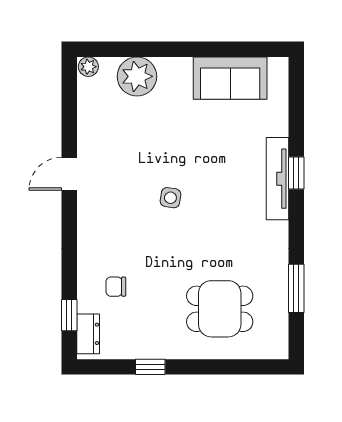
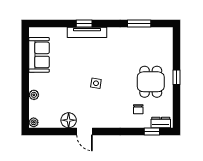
plant: (137, 76) -> (34, 95), width x0.53, depth x0.53
floor lamp: (93, 140) -> (69, 120), added
dining table: (220, 309) -> (151, 82), moved
window: (150, 367) -> (176, 77), moved

